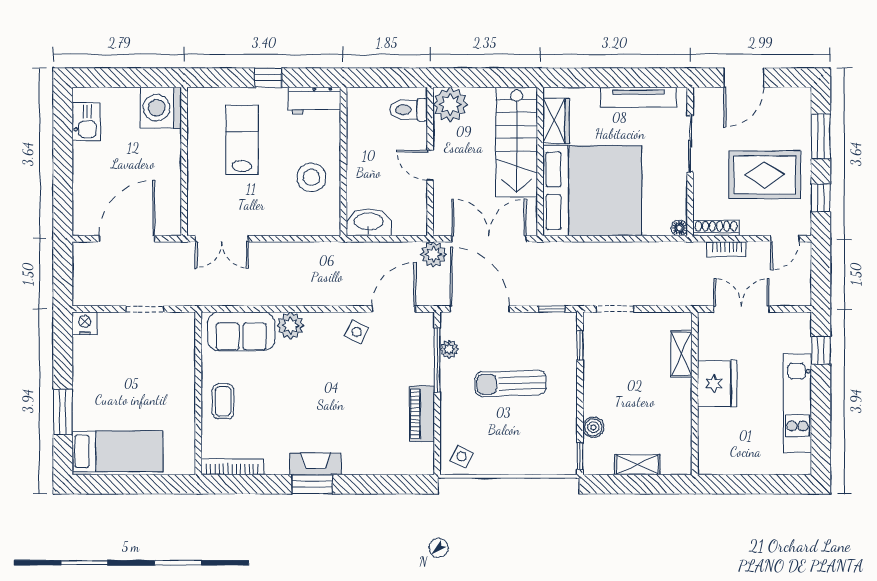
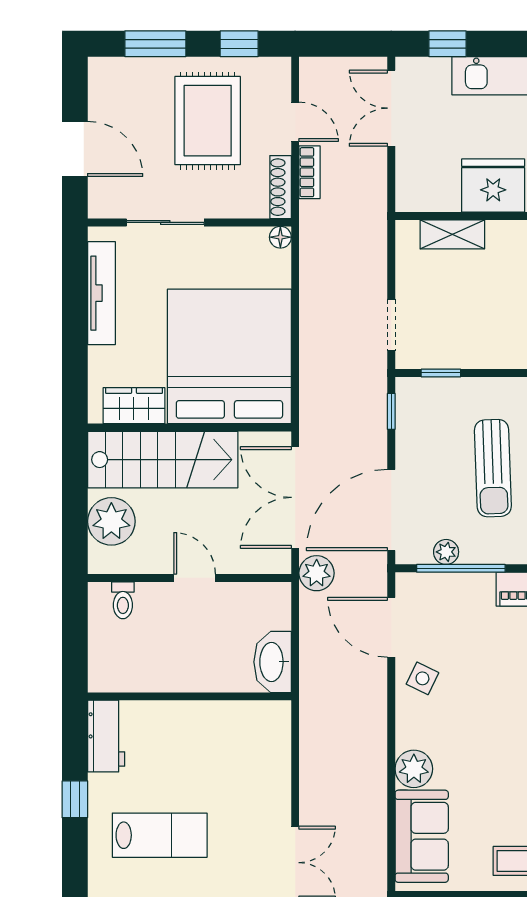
plant: (450, 104) -> (111, 521), moved
toilet: (409, 110) -> (123, 600), width x0.73, depth x0.72
lab bench: (242, 140) -> (160, 835), turned 180
door: (430, 165) -> (195, 578), swing flipped
stool: (311, 177) -> (211, 740), removed
door: (785, 239) -> (295, 122), moved
double door: (741, 309) -> (391, 108), moved

